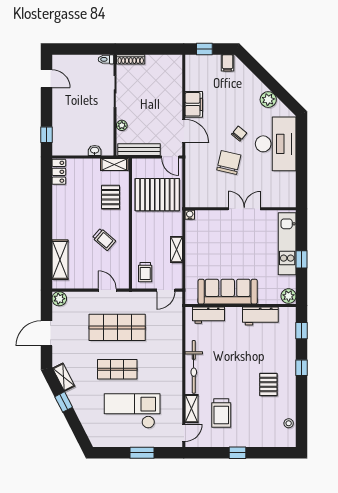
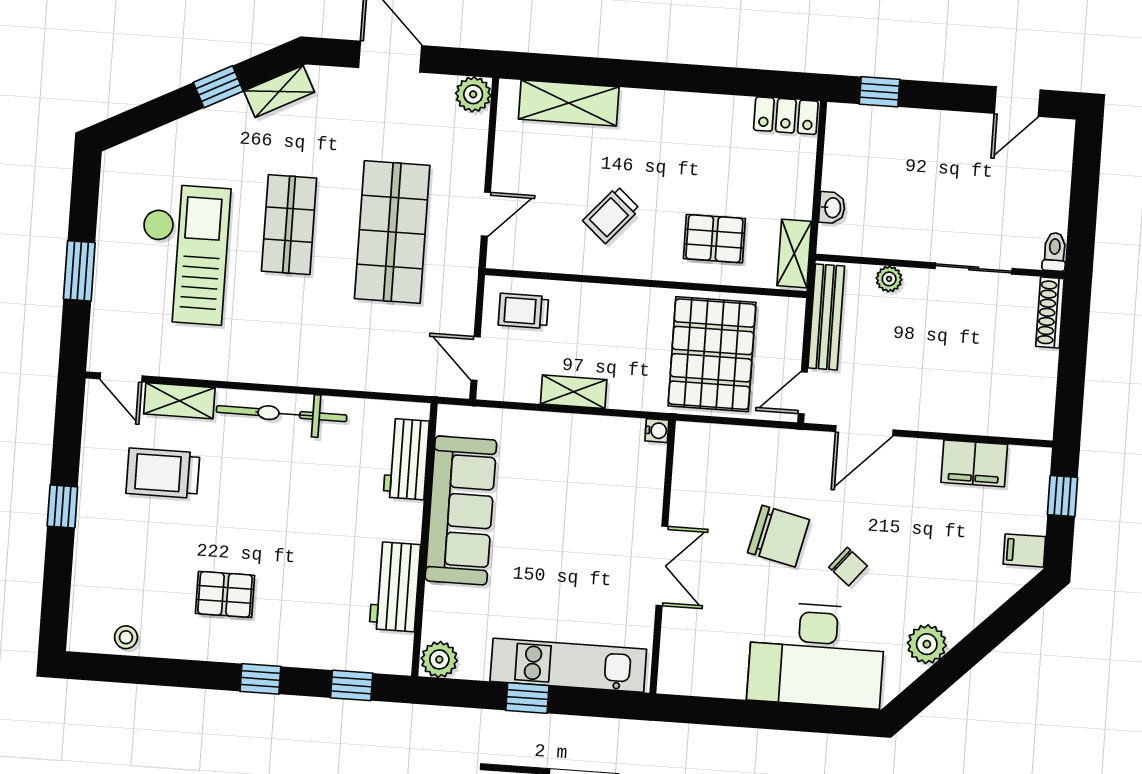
filing cabinet: (194, 104) -> (974, 463), moved

